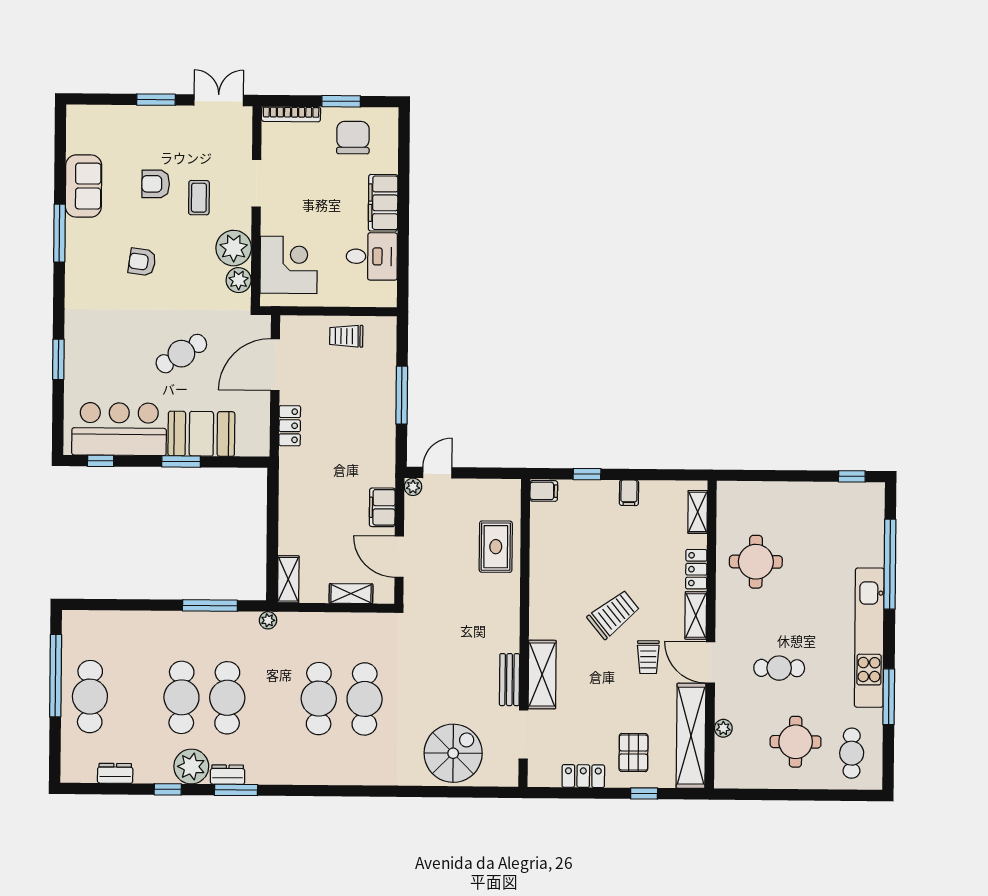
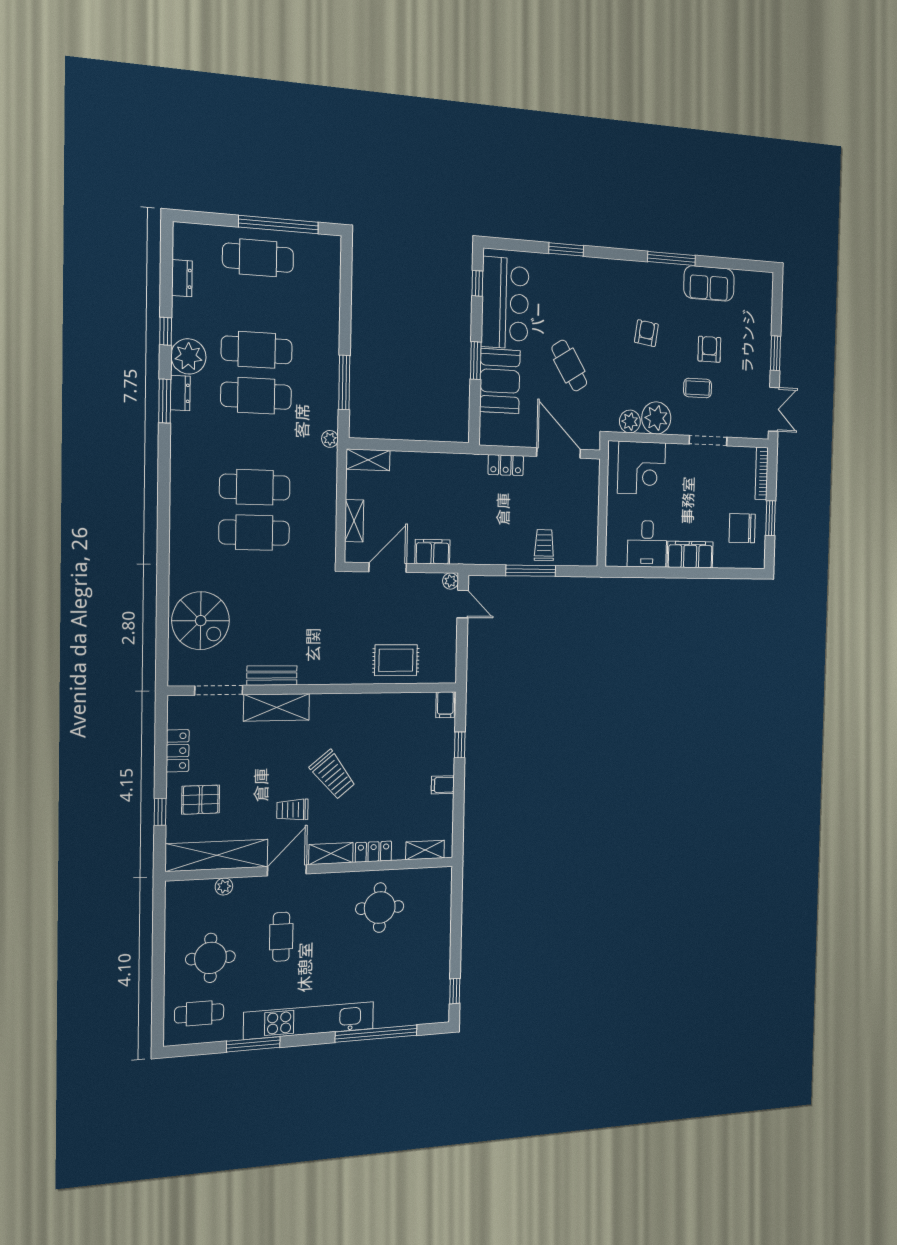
chair: (353, 138) -> (742, 528), turned 180
trolley: (346, 336) -> (544, 545), moved

